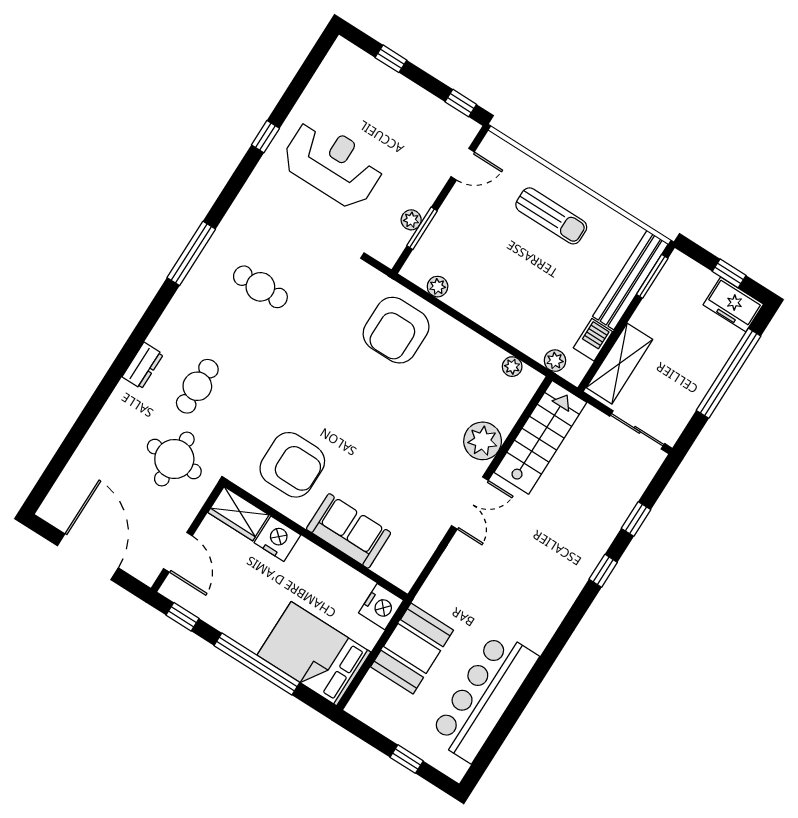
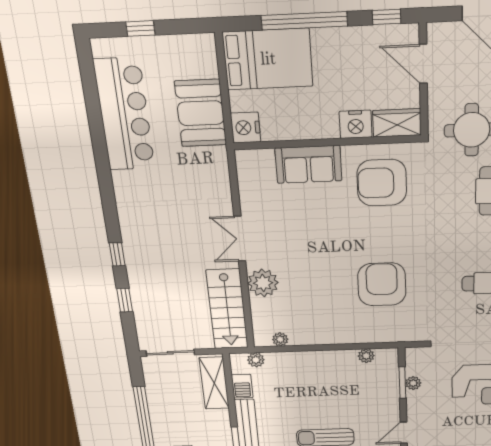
armchair: (396, 330) -> (382, 284), moved

